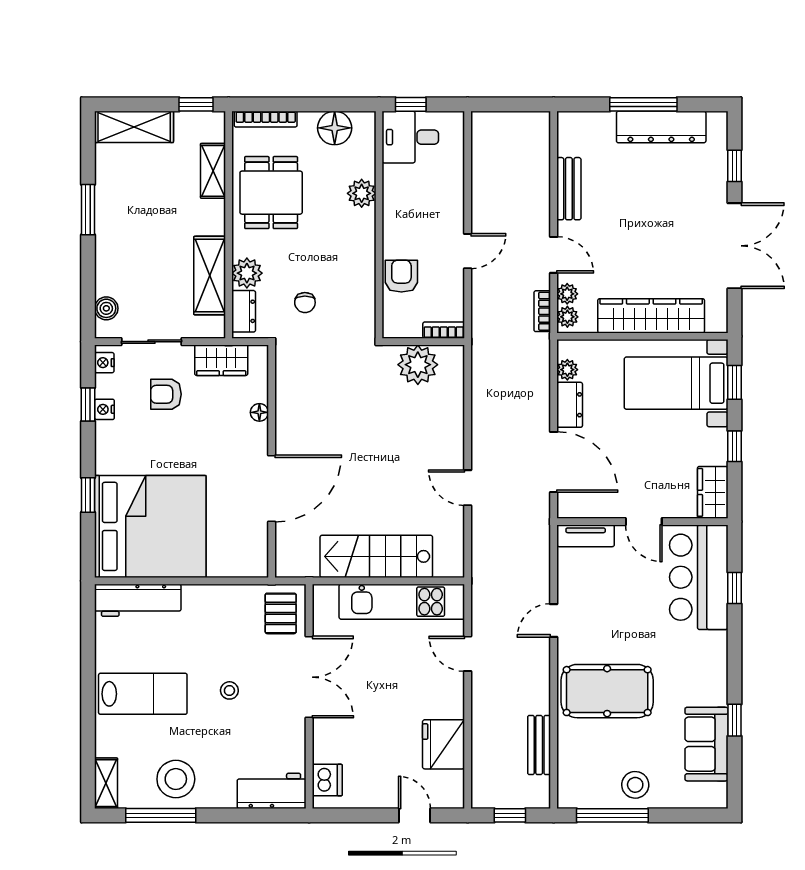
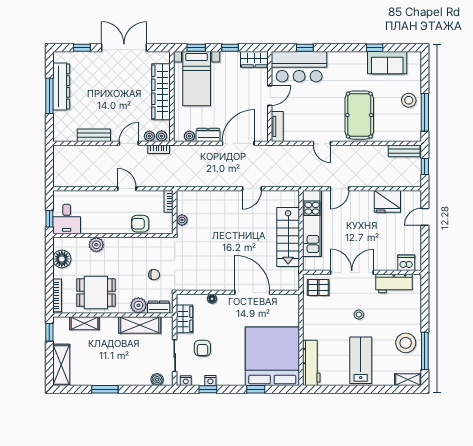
plant: (418, 365) -> (182, 220), width x0.53, depth x0.53
bench: (539, 745) -> (404, 151), moved
workbench: (272, 791) -> (394, 283), moved, turned -90

